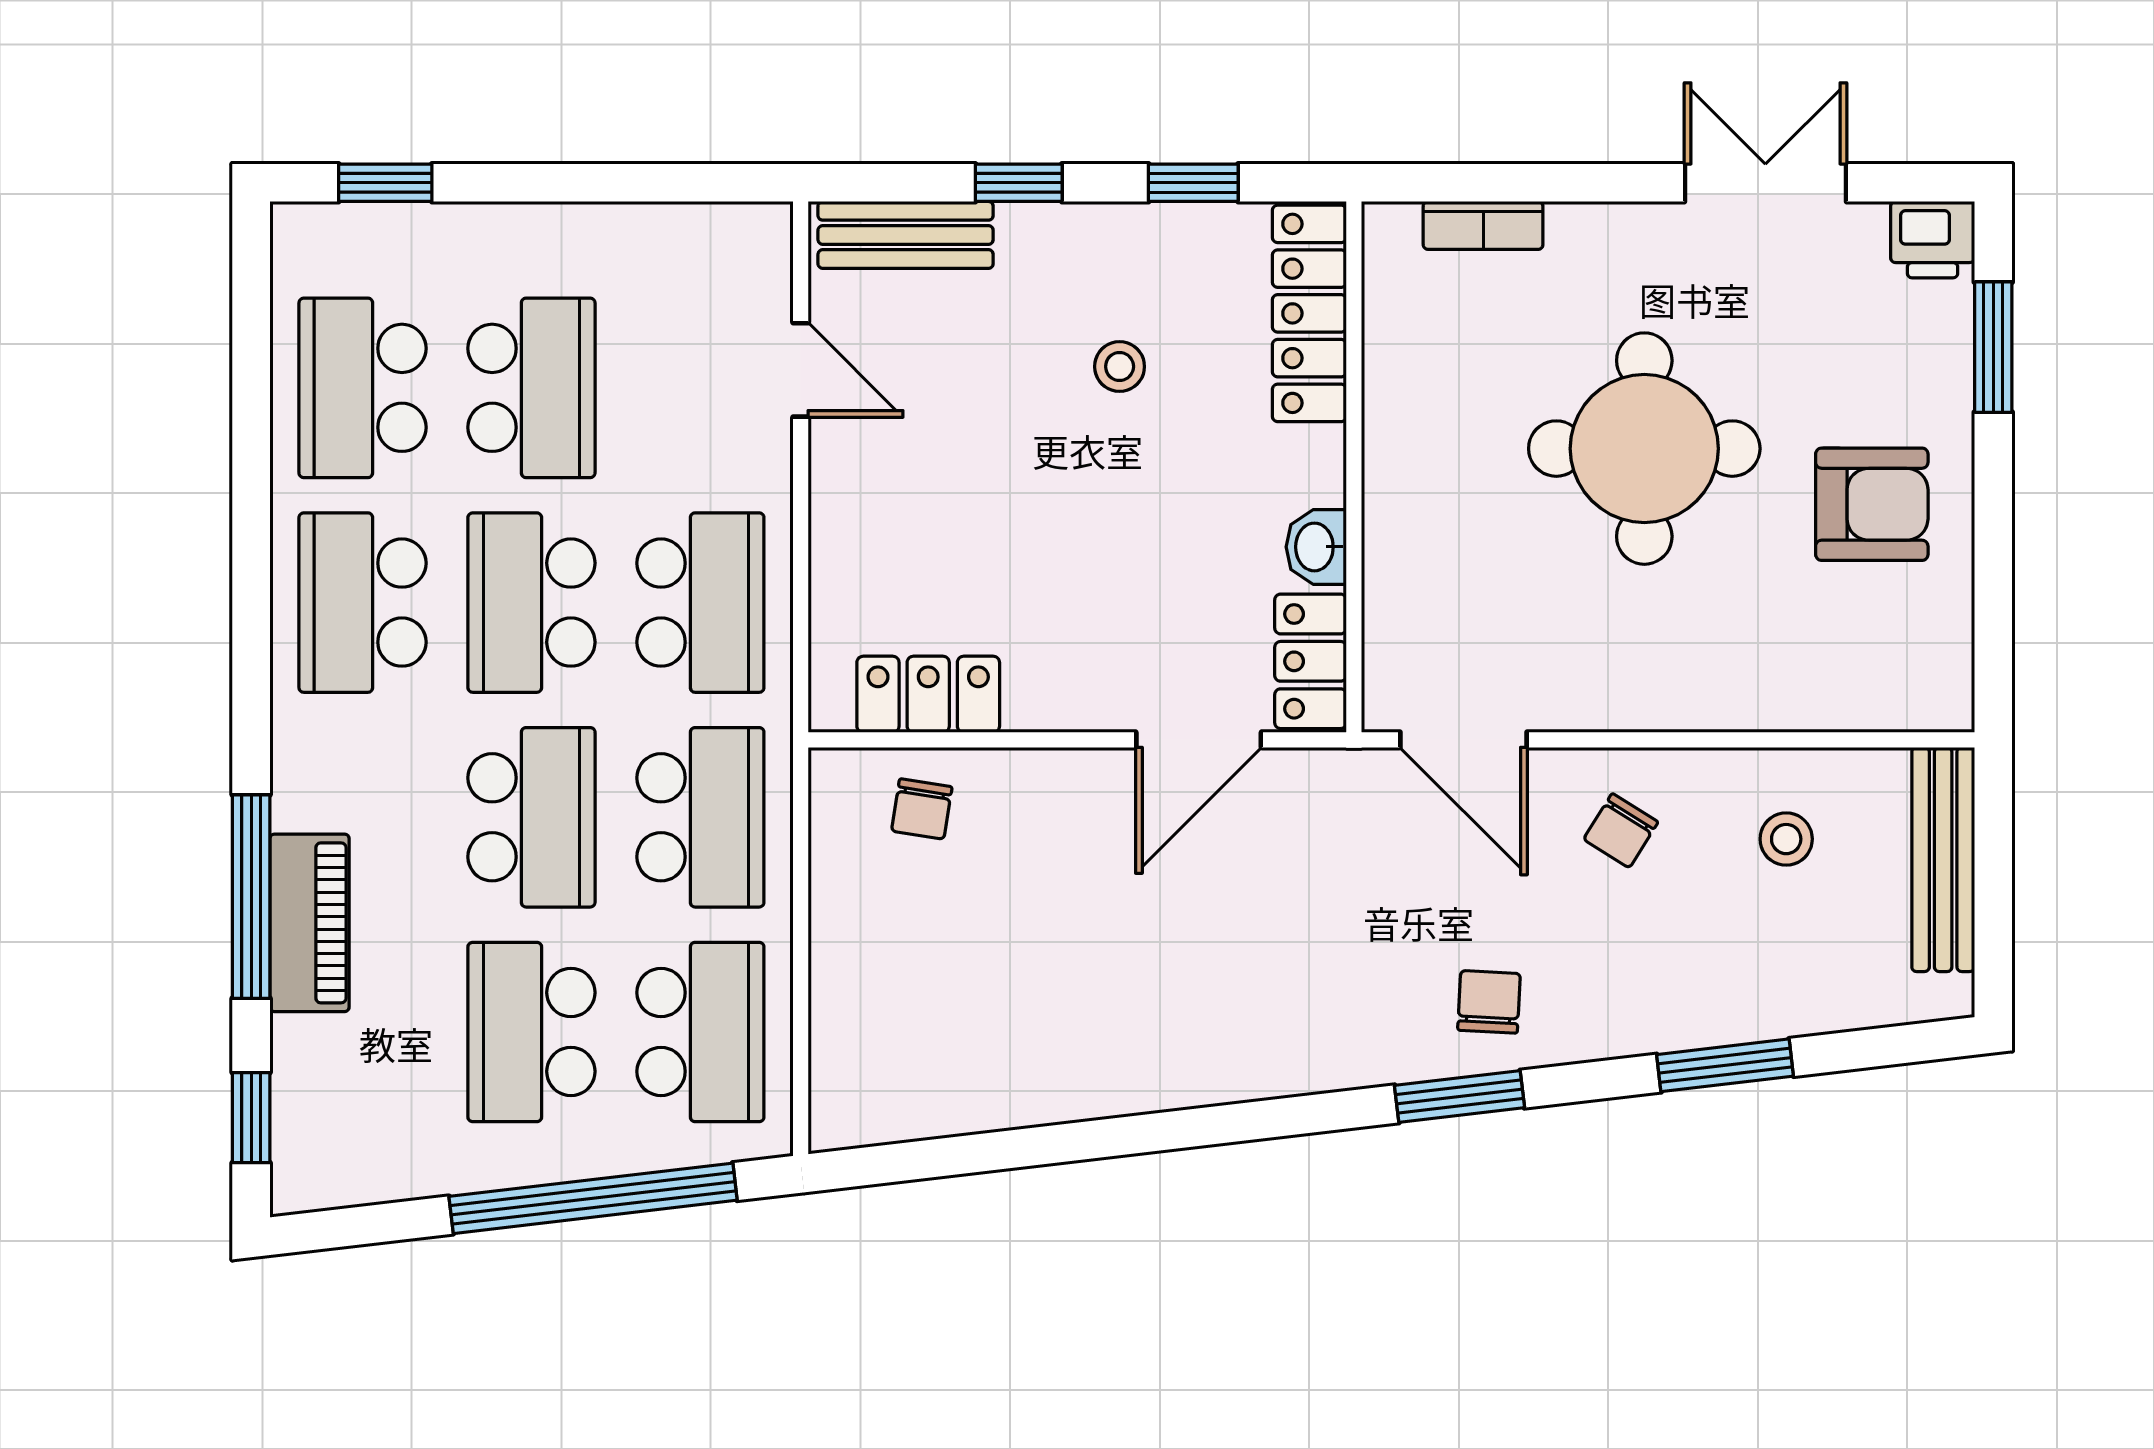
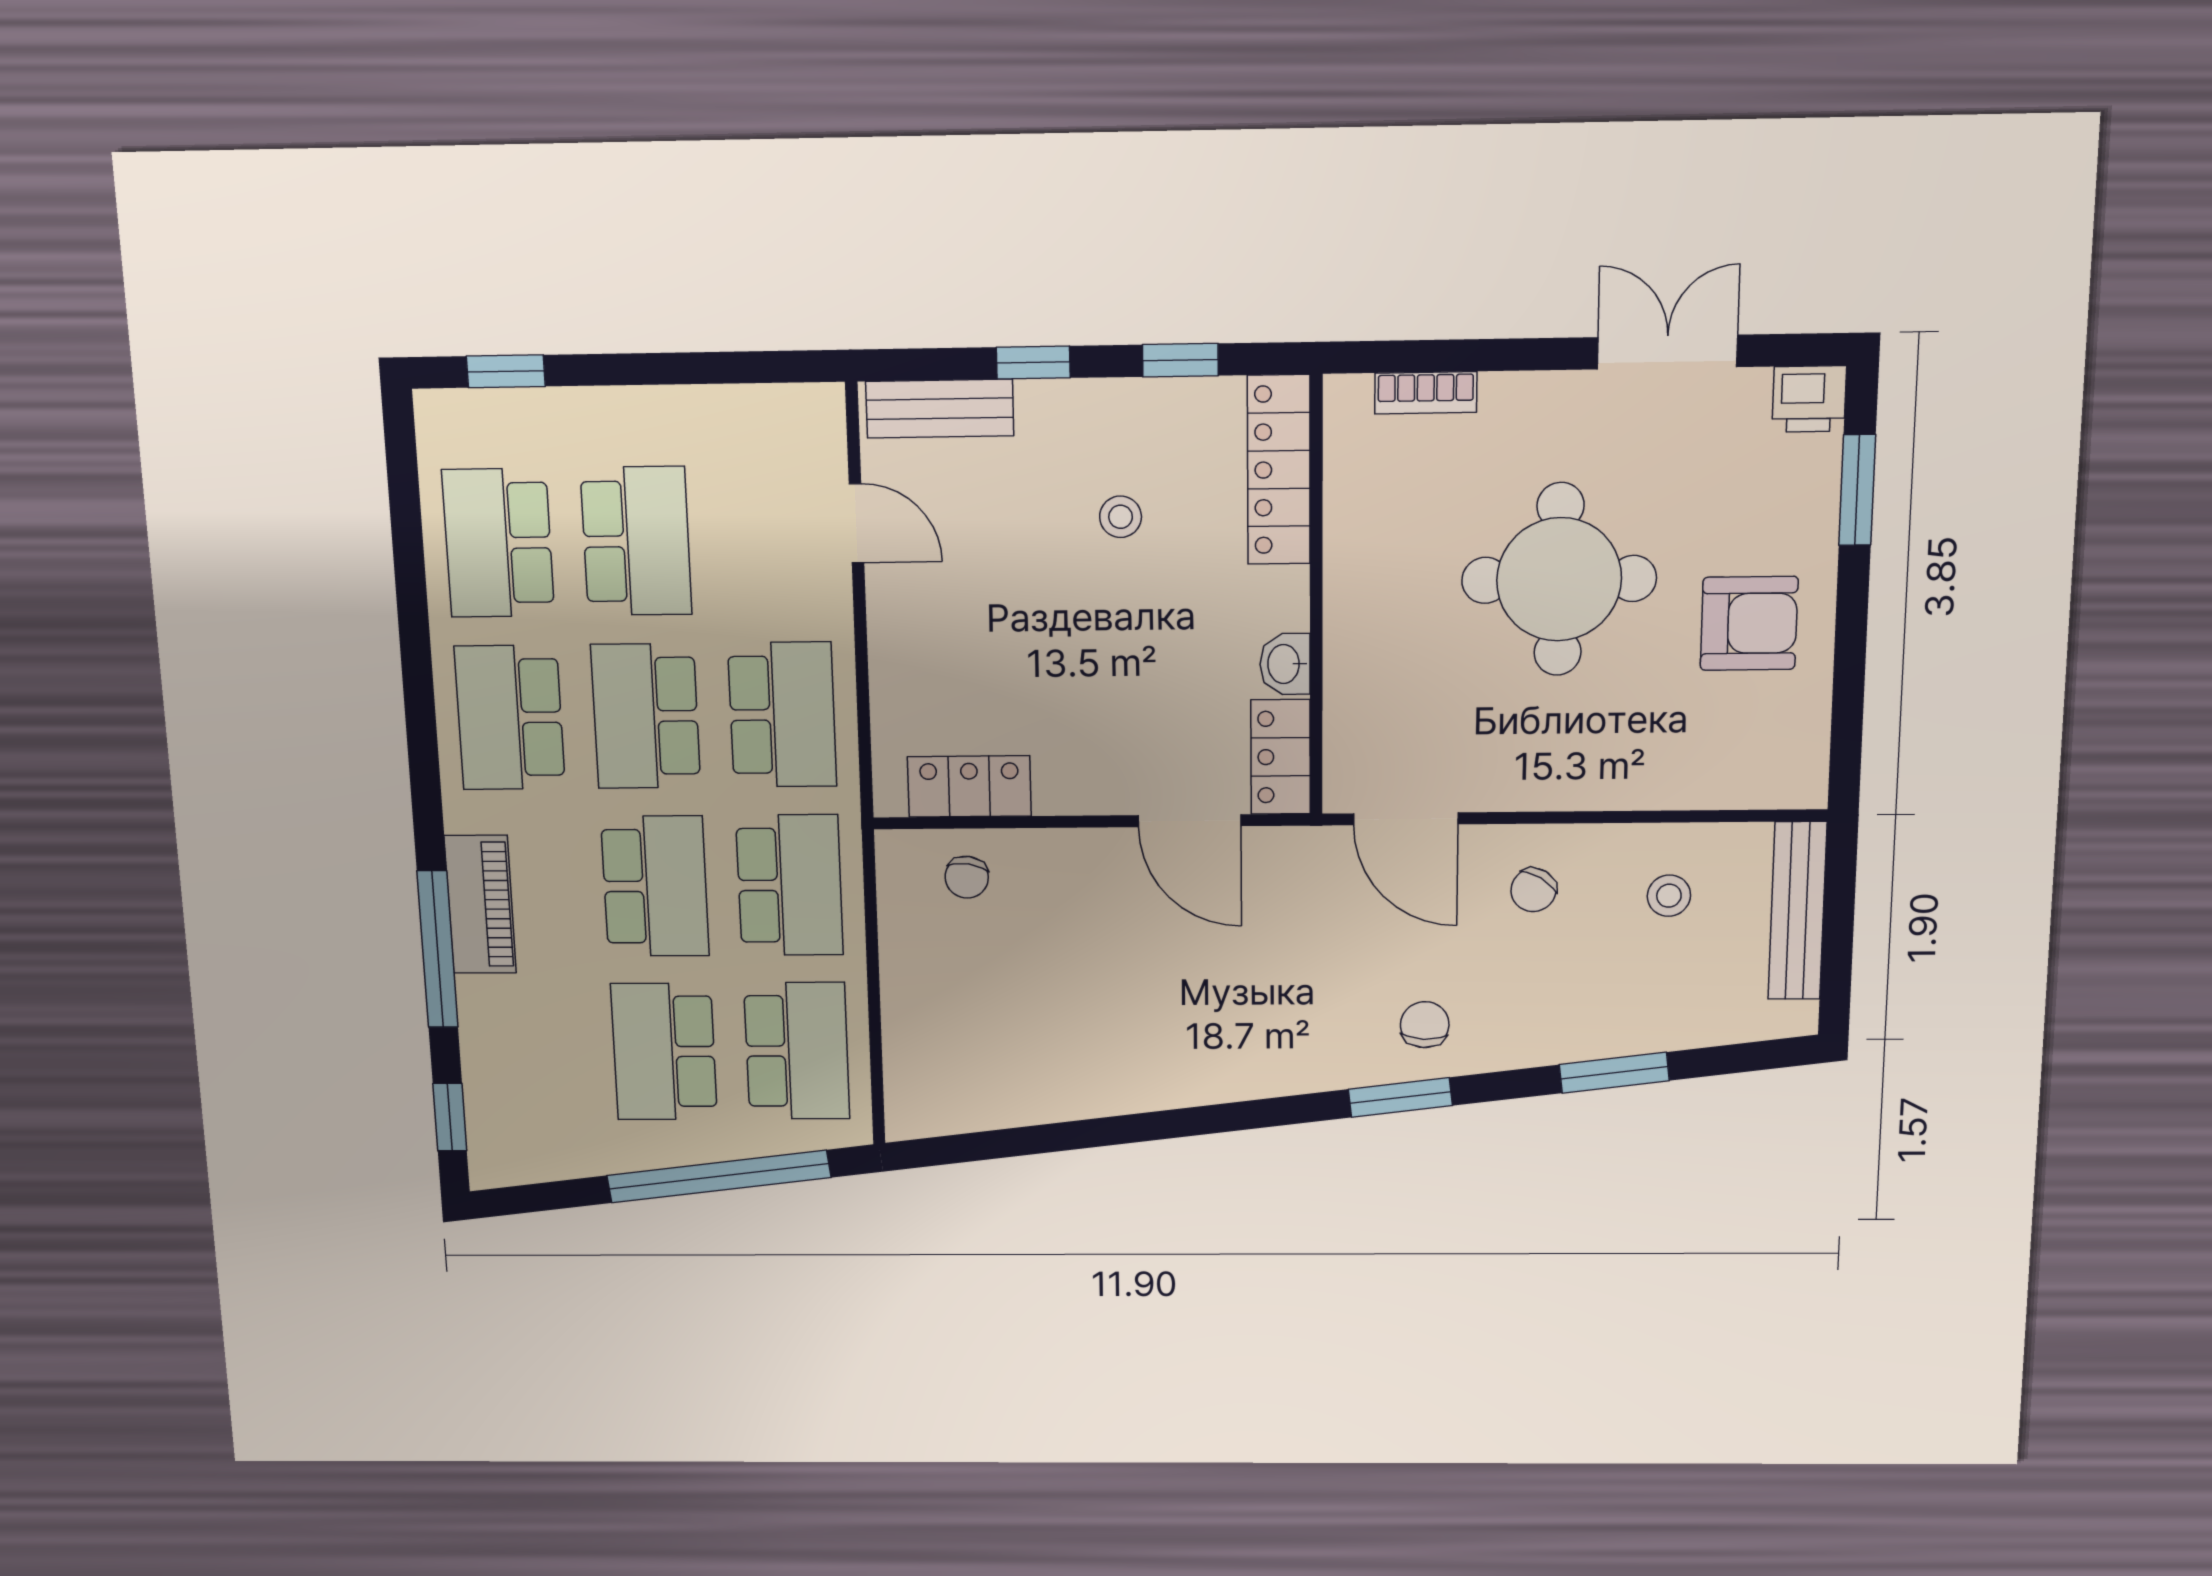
door: (1199, 740) -> (1190, 821), hinge flipped
piano: (309, 923) -> (480, 904), moved

